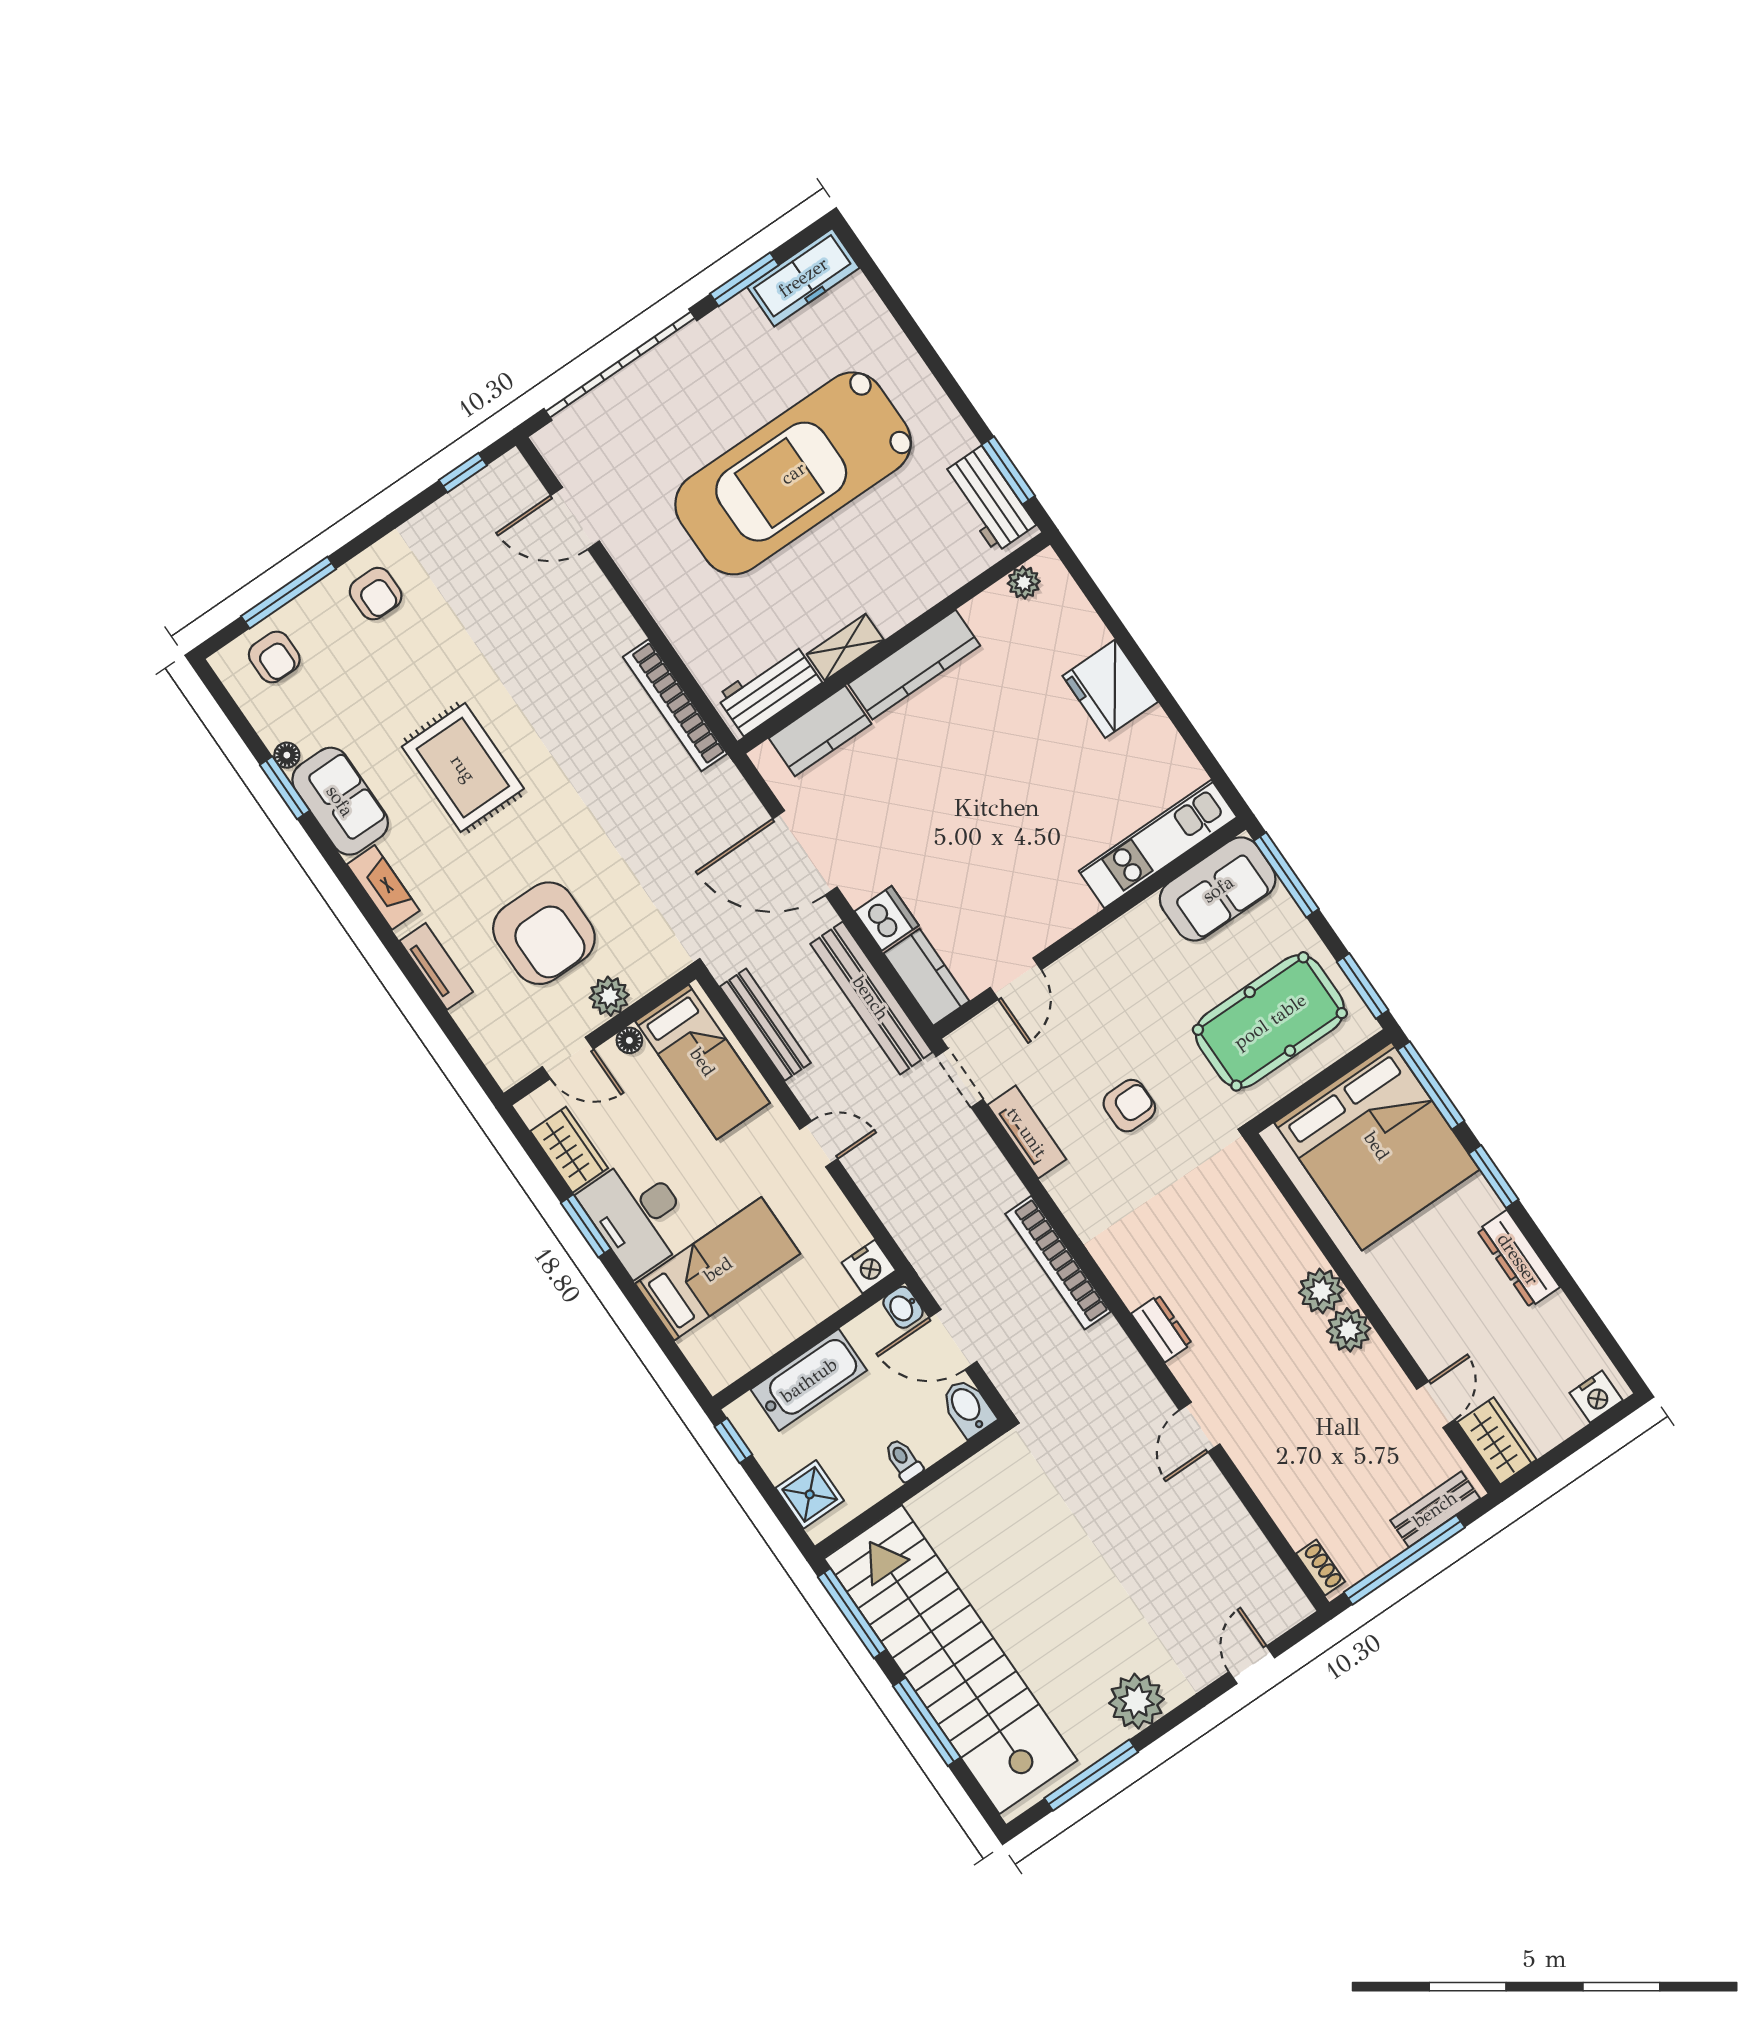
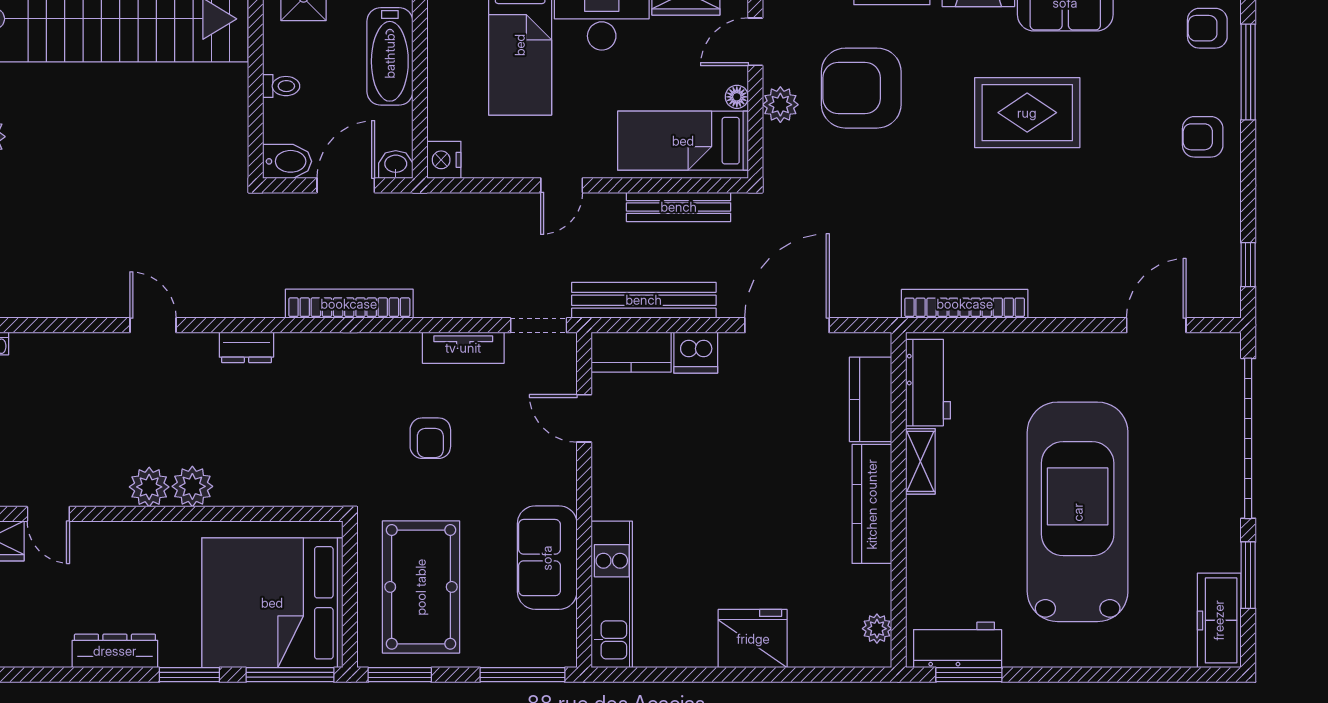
sofa: (1218, 889) -> (547, 558), moved

